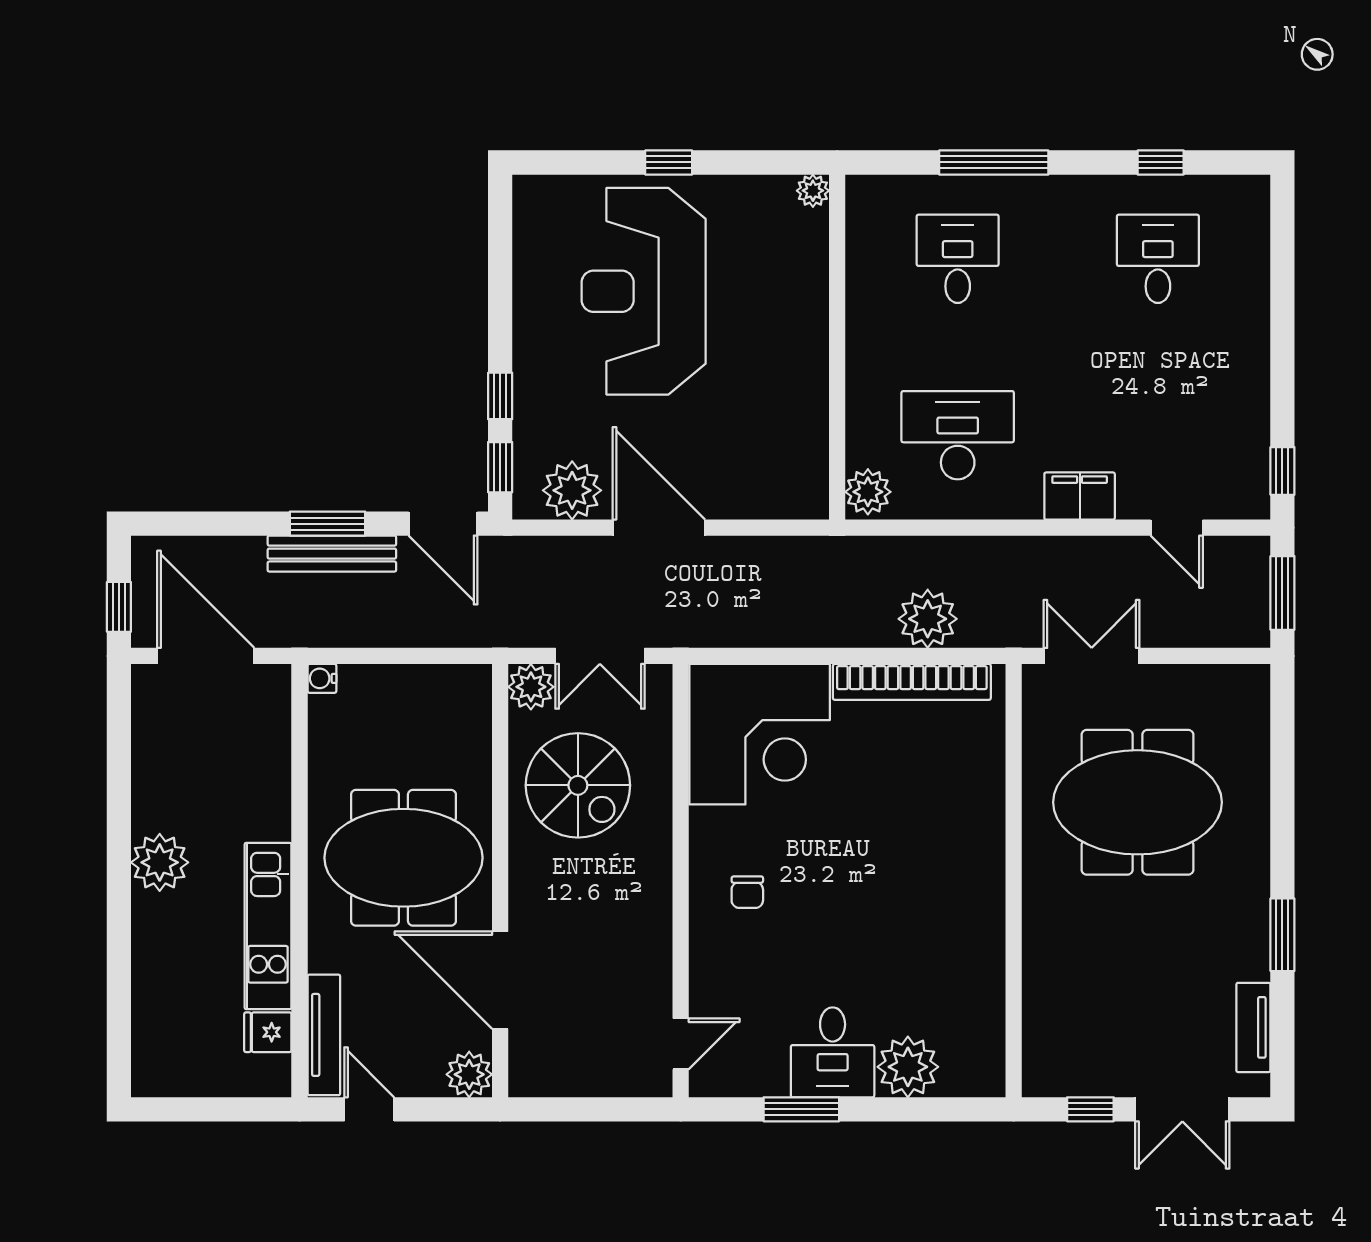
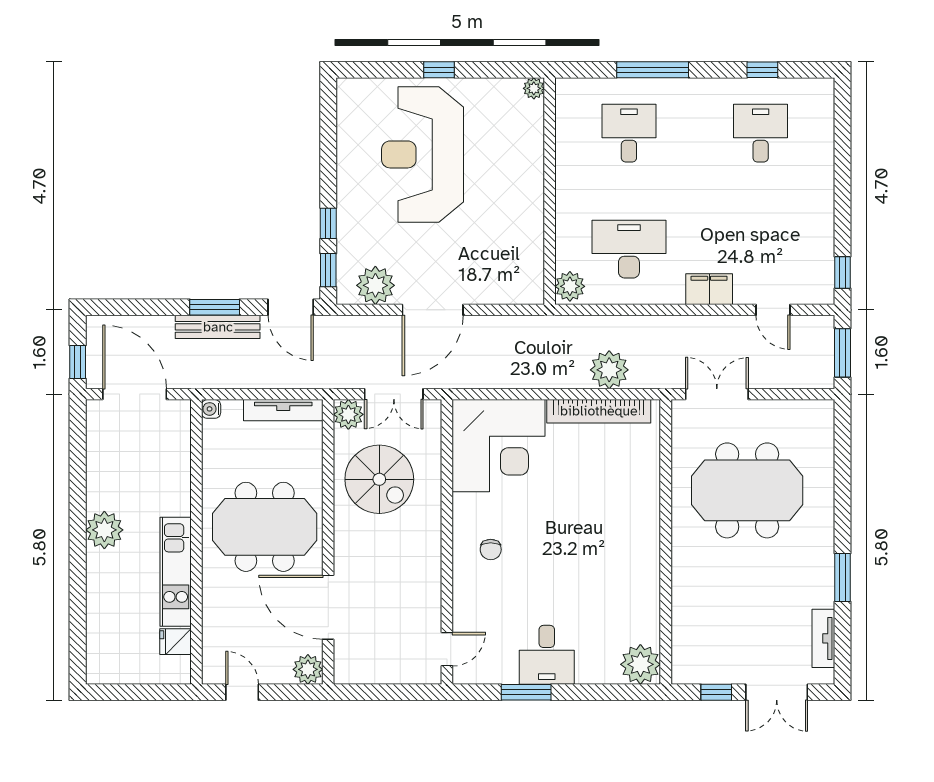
door: (659, 528) -> (433, 310), swing flipped
tv unit: (324, 1035) -> (283, 410), moved, turned 90
plant: (908, 1067) -> (640, 664), moved

